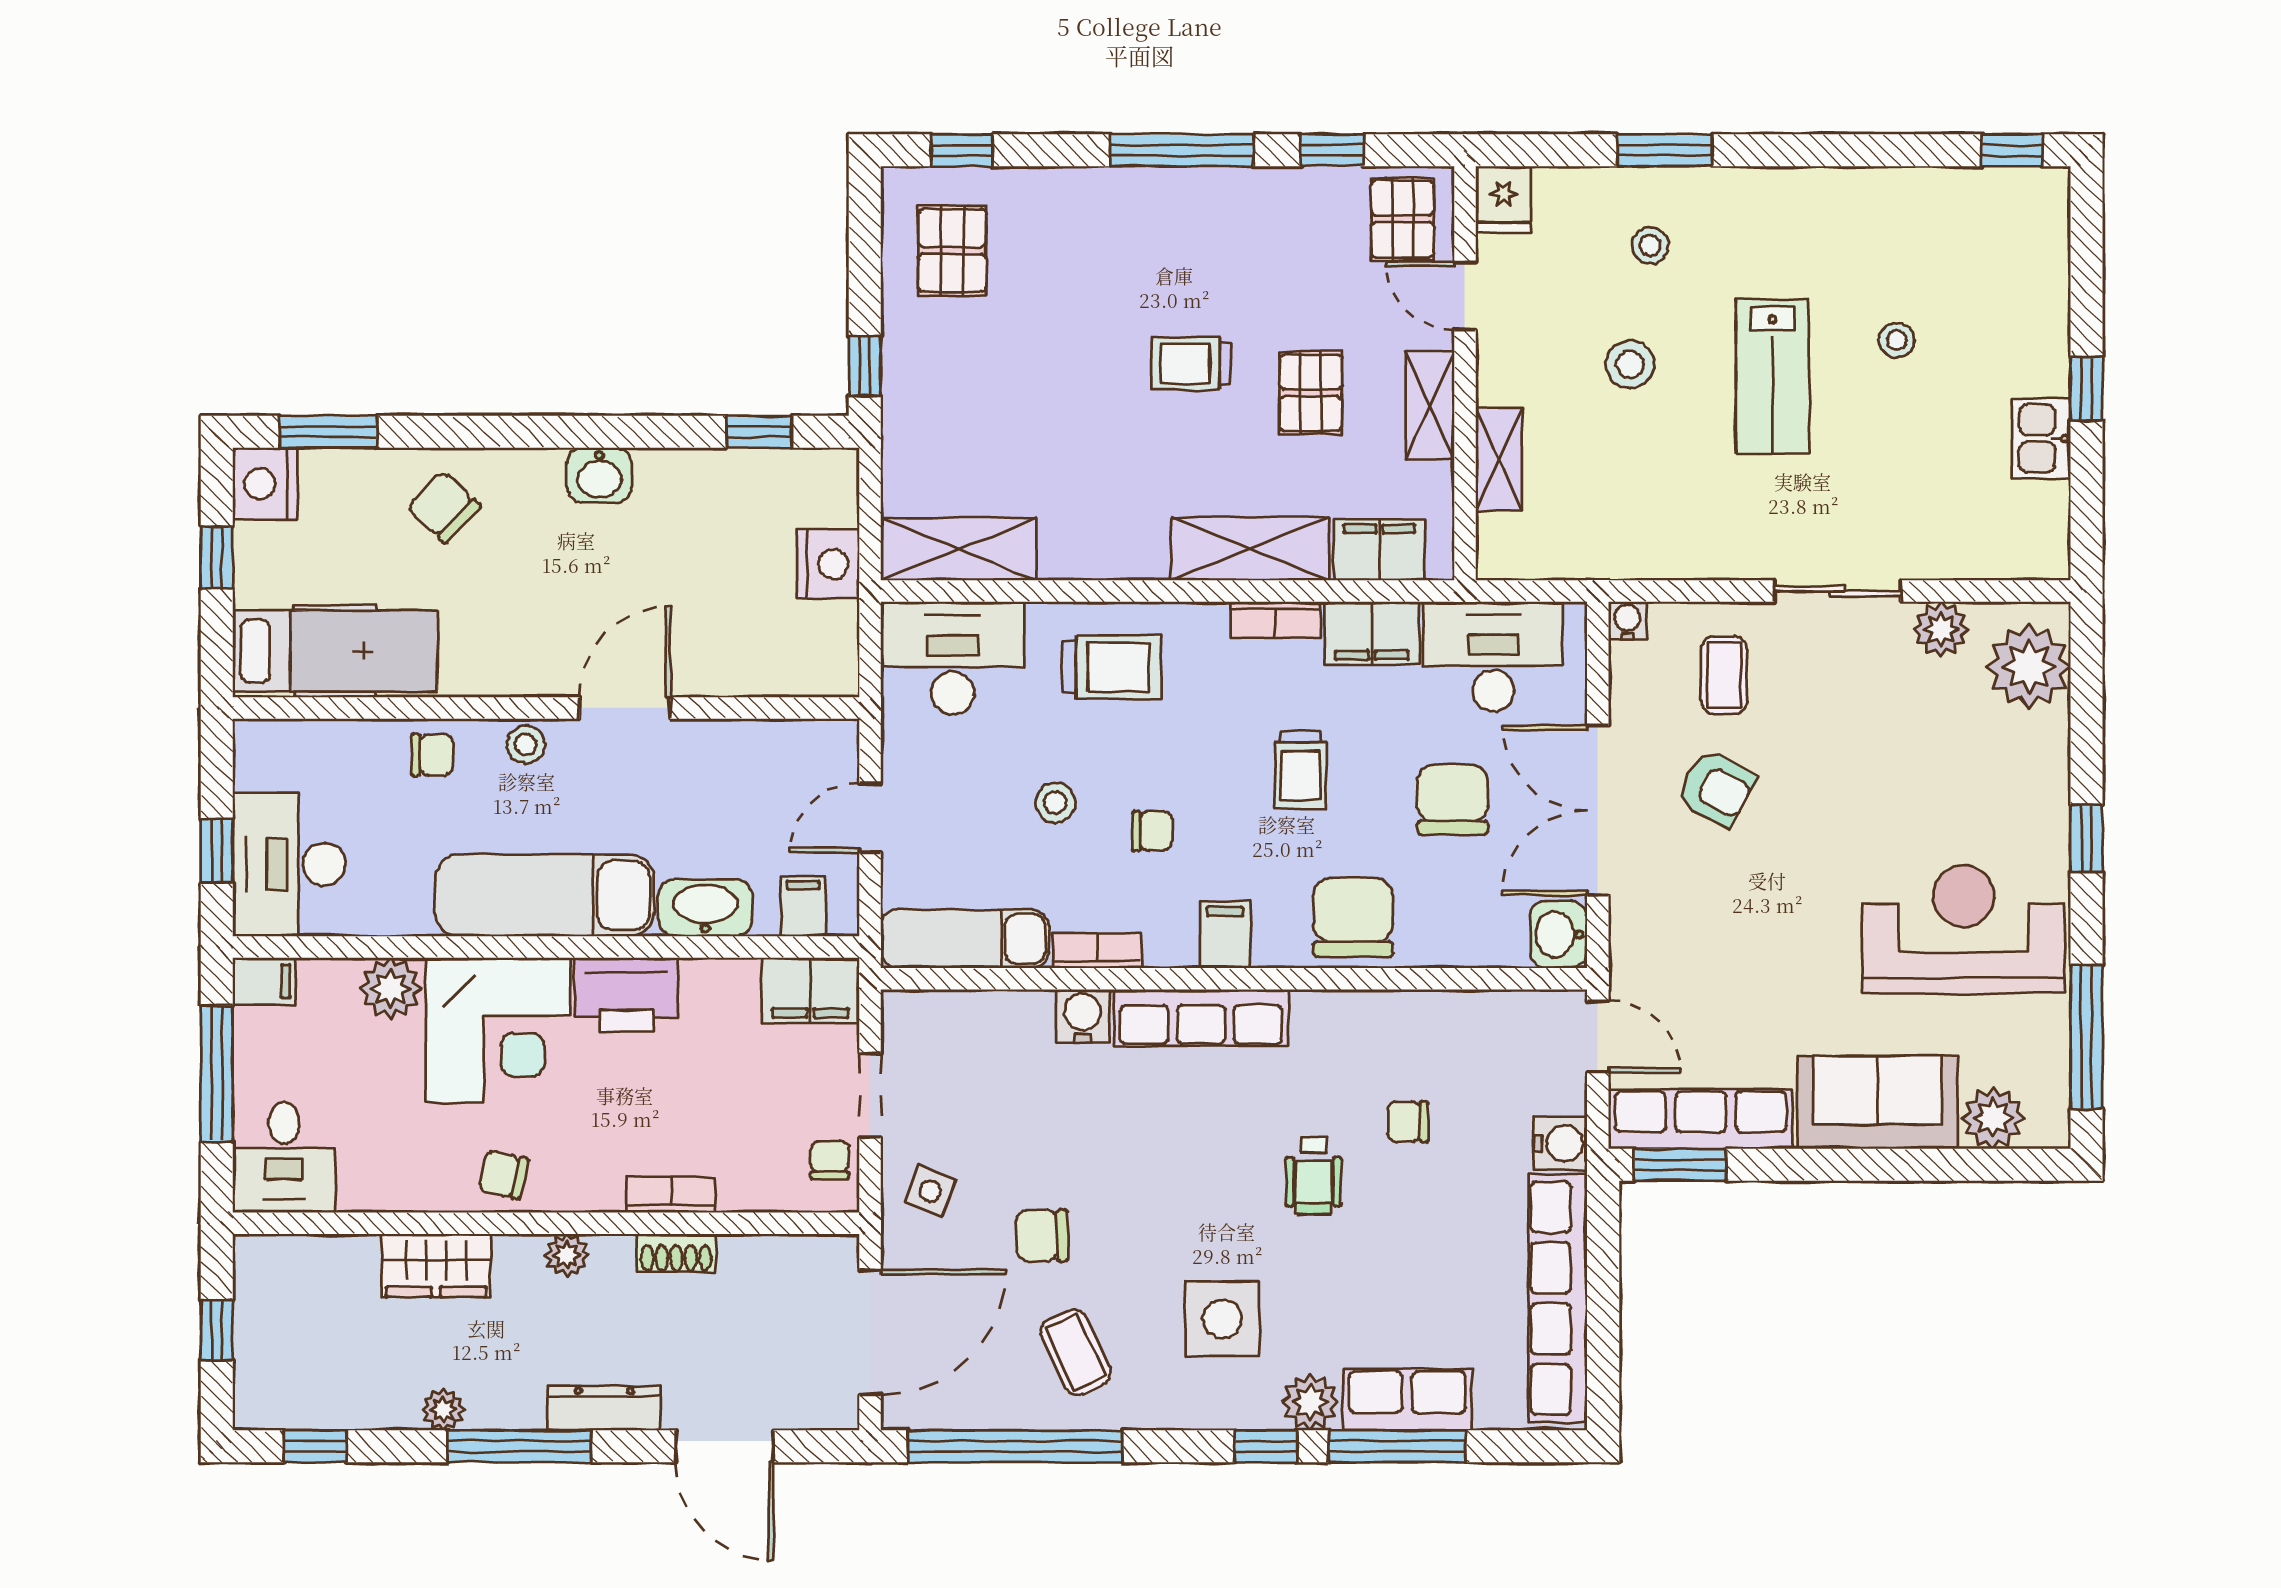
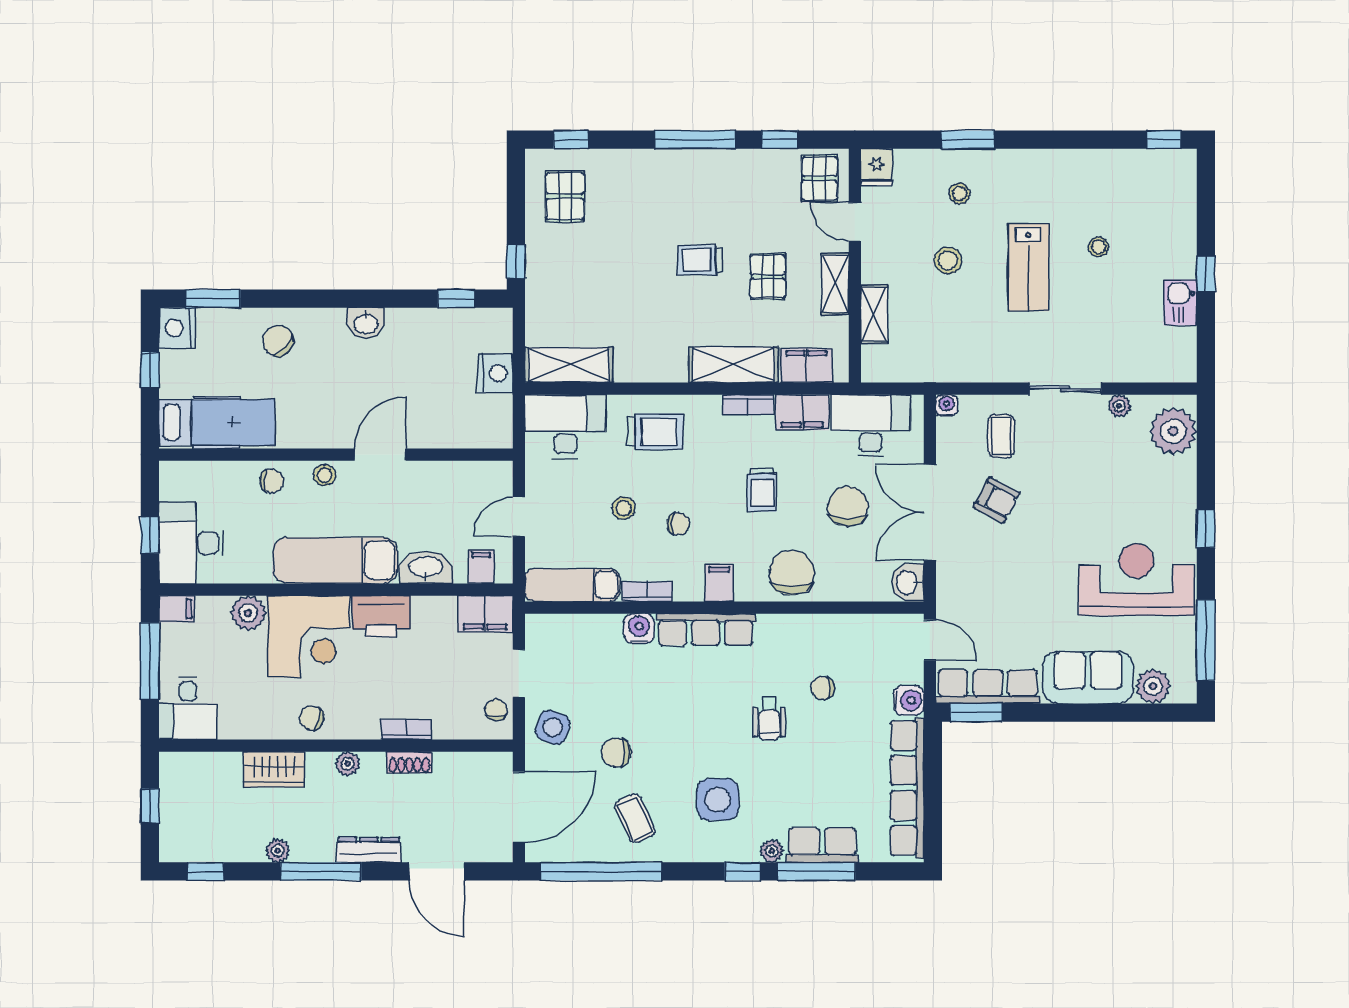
plant: (1941, 629) -> (1119, 406), width x0.73, depth x0.73
side table: (930, 1191) -> (553, 727), width x1.37, depth x1.37
plant: (1310, 1402) -> (772, 851), width x0.73, depth x0.73

